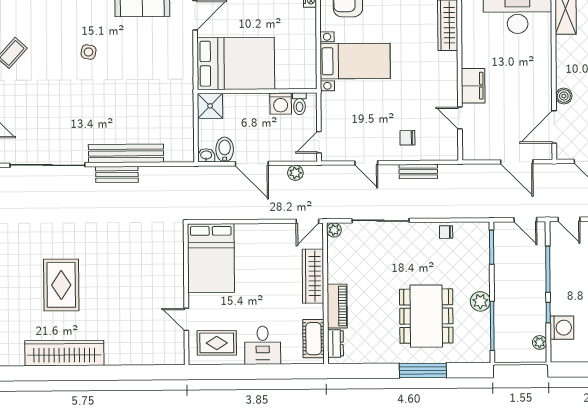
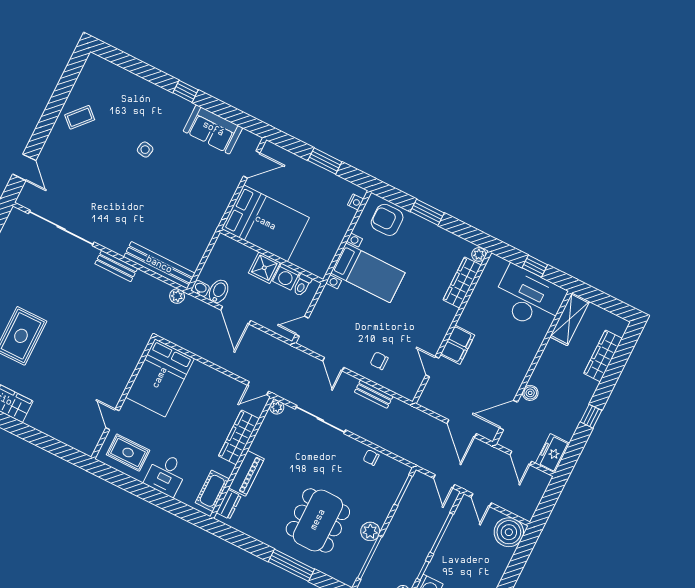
shower: (210, 106) -> (264, 268), moved
bench: (126, 153) -> (159, 265), moved
plant: (295, 173) -> (177, 296), moved

